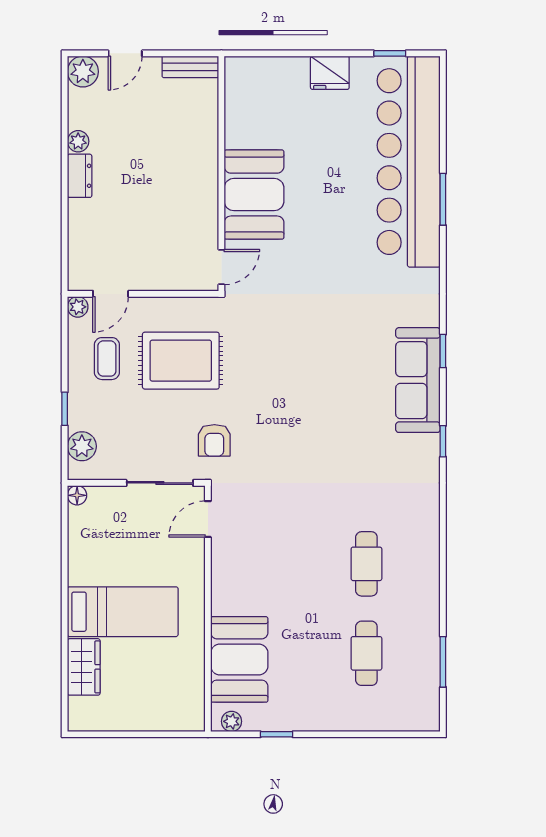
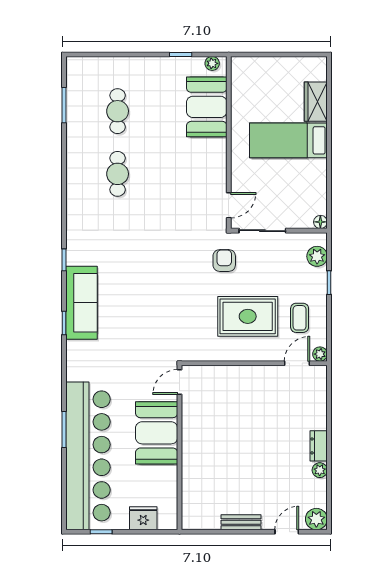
wall: (221, 174) -> (179, 448), moved
booth: (254, 195) -> (157, 433), moved
door: (221, 267) -> (179, 382), moved

